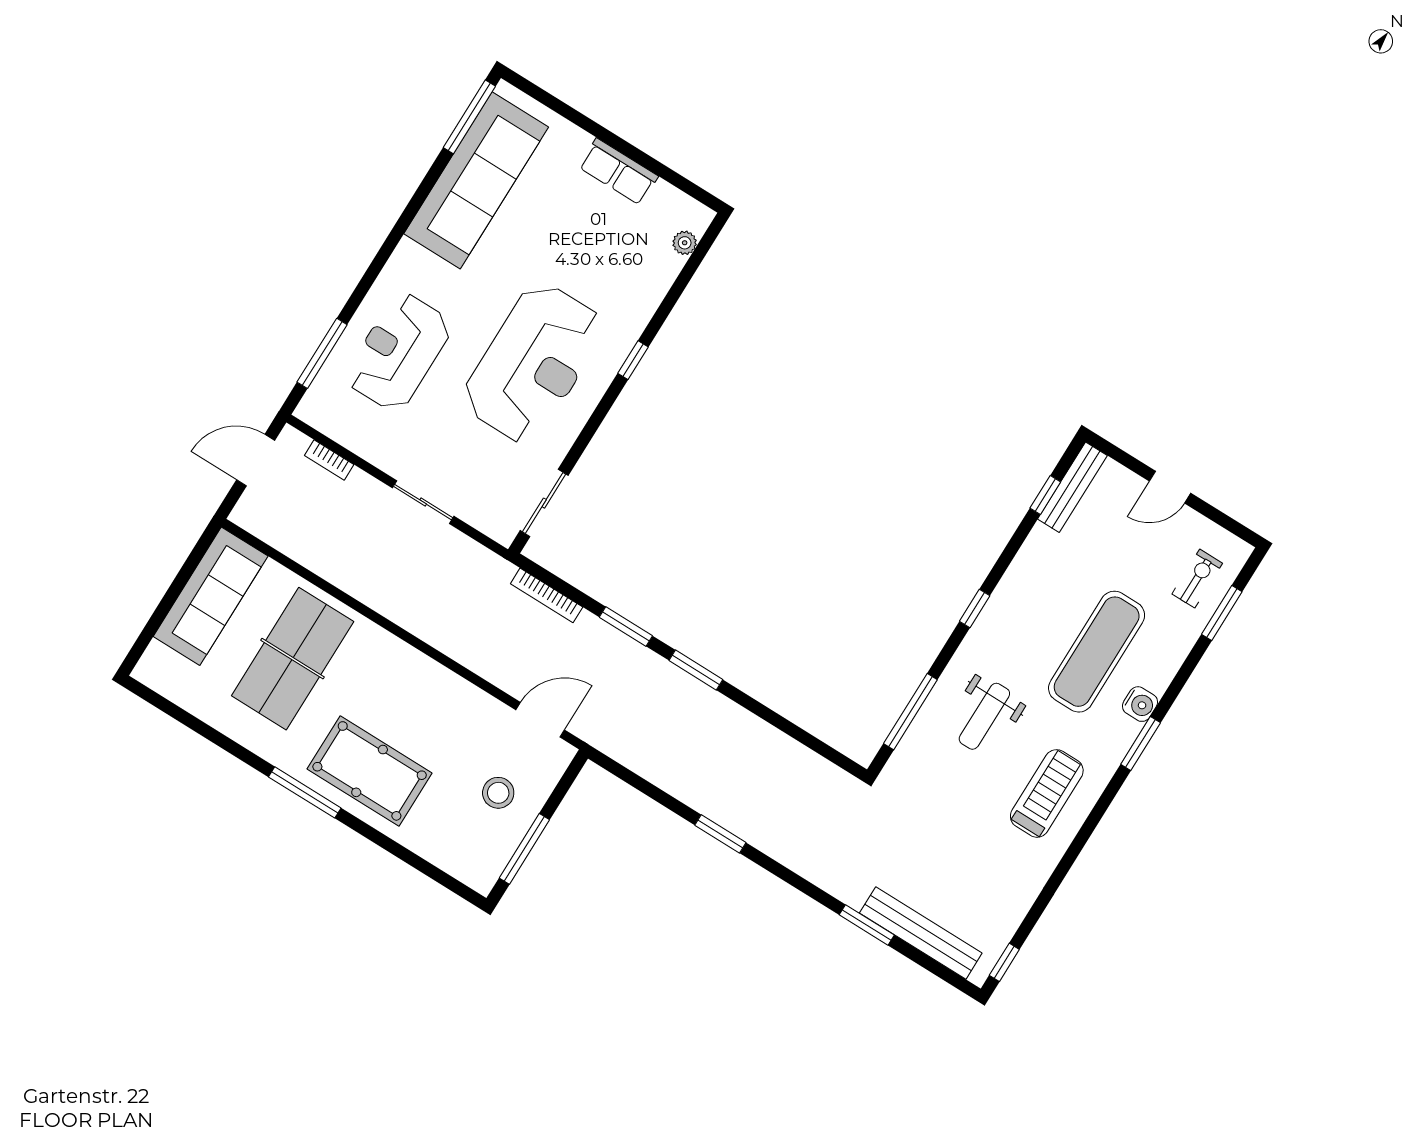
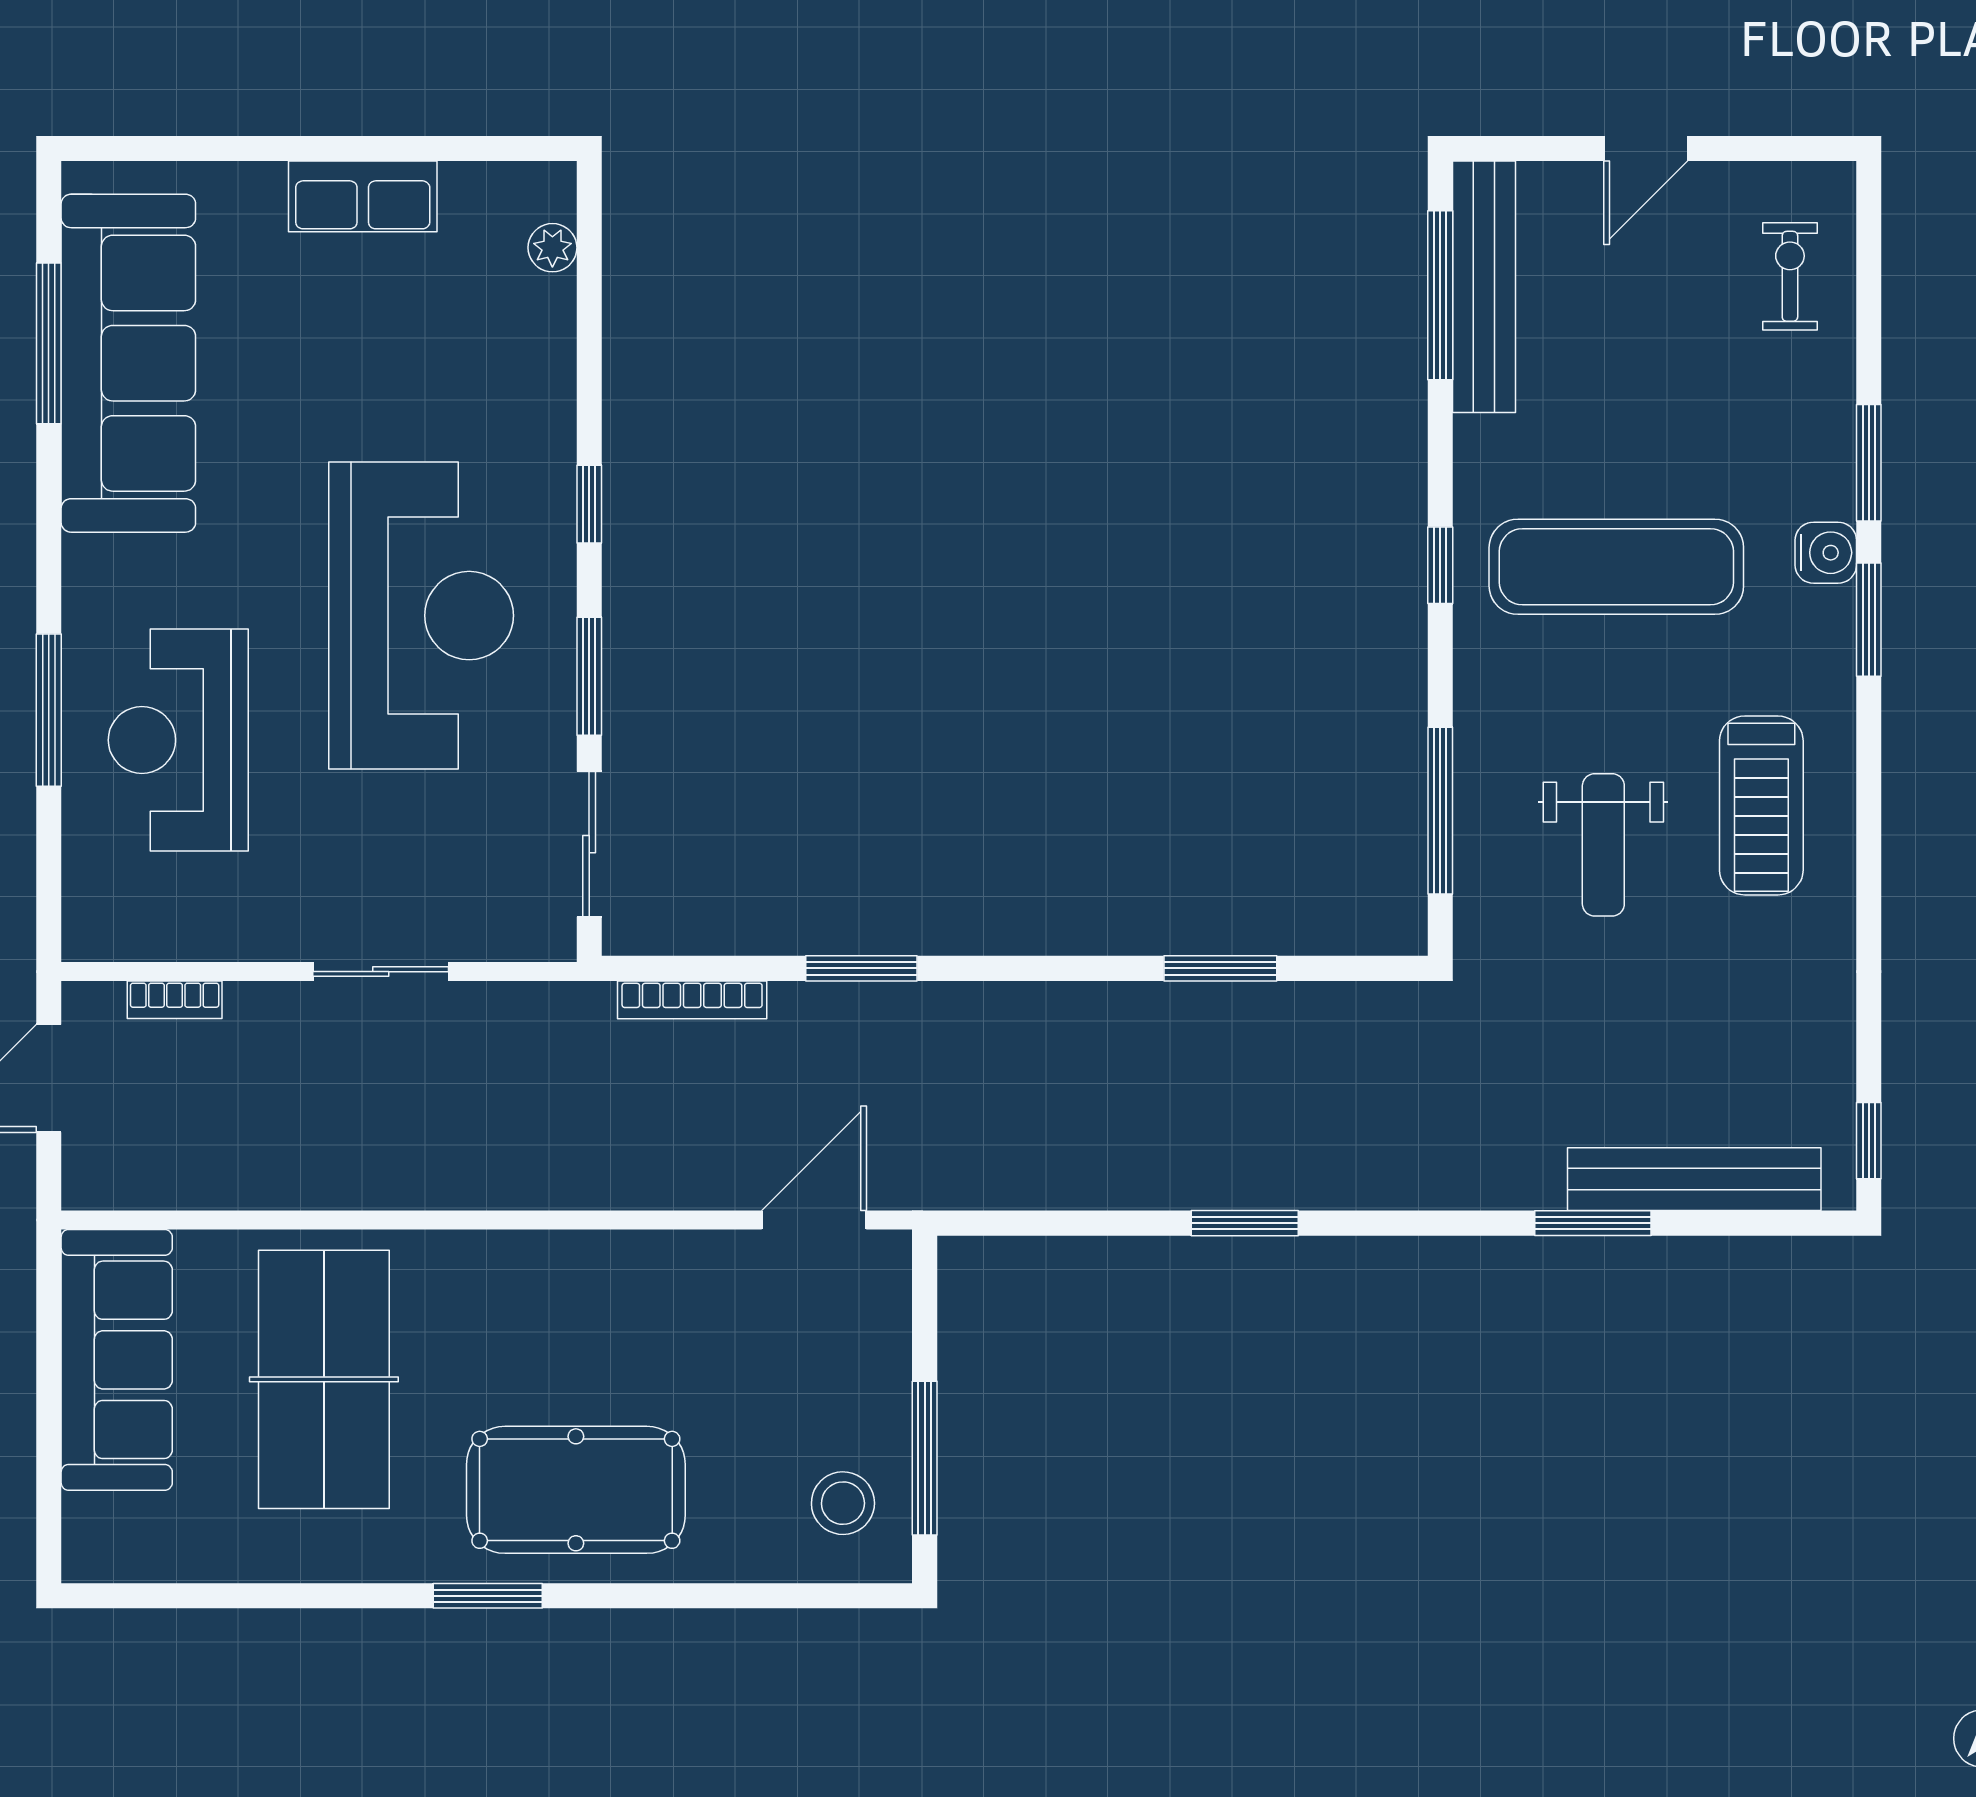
window: (469, 117) -> (49, 343), moved
window: (322, 353) -> (49, 710), moved
window: (588, 433) -> (589, 676), added
bench: (1072, 487) -> (1484, 287), width x1.37, depth x1.21
window: (1045, 495) -> (1440, 295), width x2.17
window: (1222, 613) -> (1869, 463), moved
exercise mat: (1097, 652) -> (1616, 567), moved, turned 90
window: (696, 670) -> (1220, 968), moved
weight bench: (984, 716) -> (1603, 845), moved
window: (305, 792) -> (488, 1596), width x0.69
stool: (498, 793) -> (843, 1503), moved
treadmill: (1047, 793) -> (1761, 805), turned 180

